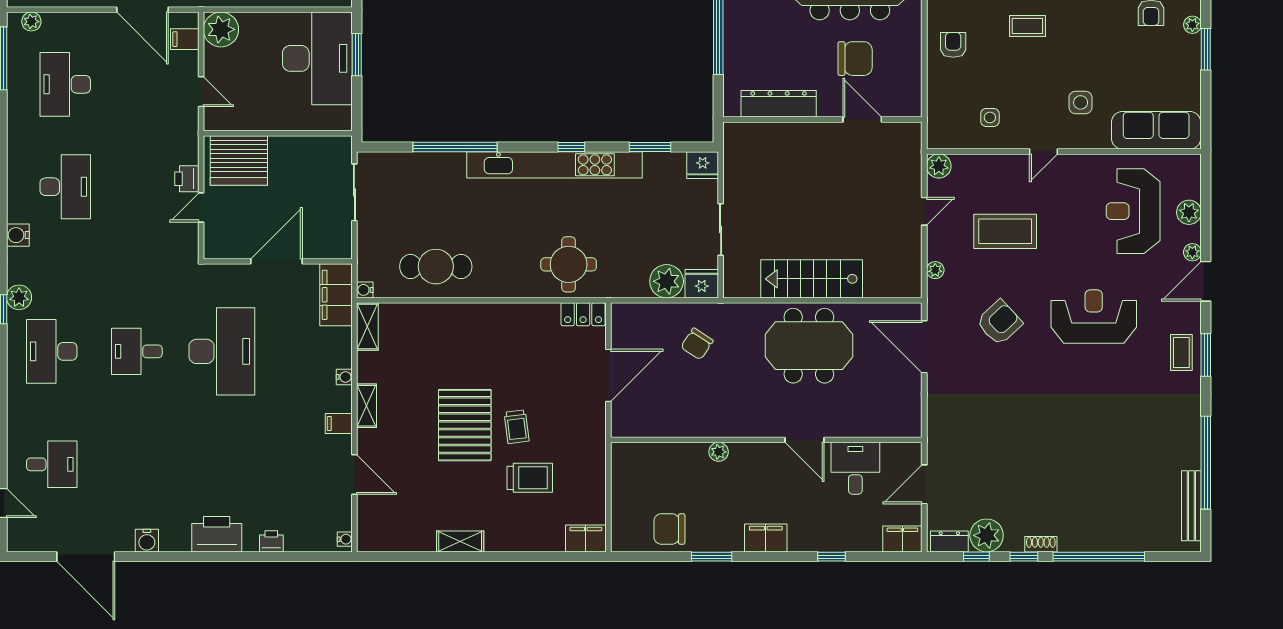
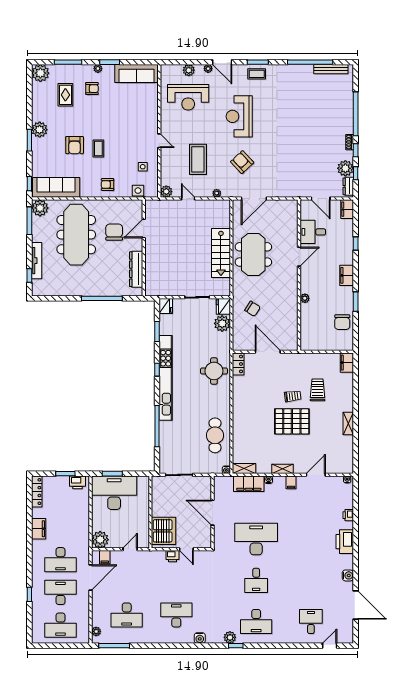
side table: (1081, 102) -> (138, 191), moved
sofa: (1156, 130) -> (136, 73), moved, turned -90
filing cabinet: (336, 295) -> (249, 484), moved
door: (86, 557) -> (356, 605), hinge flipped

